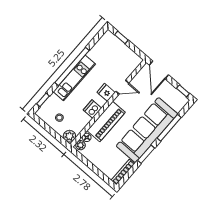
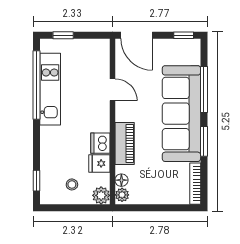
window: (72, 67) -> (37, 85), moved
kitchen unit: (74, 78) -> (50, 89), moved
door: (122, 87) -> (113, 90), hinge flipped
fridge: (106, 92) -> (99, 163), moved
piano: (106, 121) -> (125, 143), width x0.73, depth x0.75

